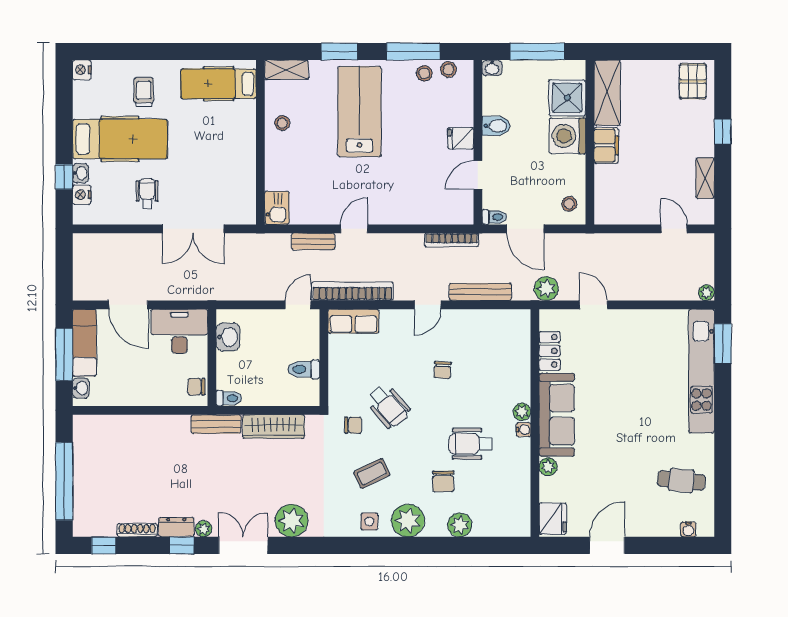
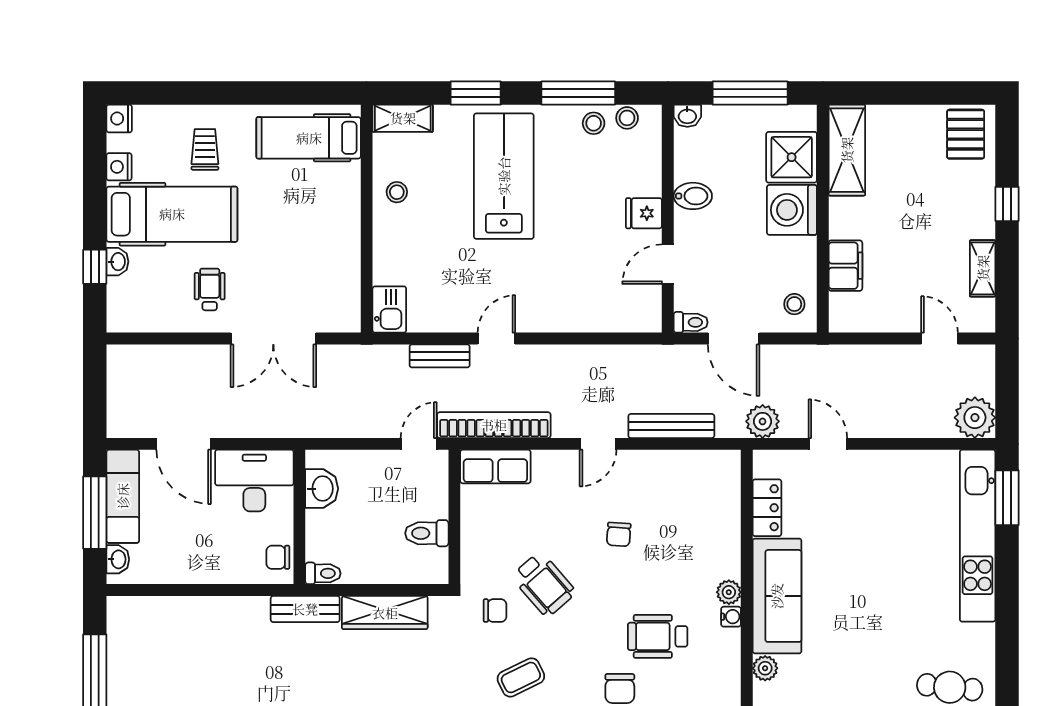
filing cabinet: (606, 145) -> (845, 266), moved
nightstand: (82, 195) -> (119, 167), moved
bookcase: (452, 240) -> (632, 354), removed
plant: (706, 293) -> (975, 418), width x1.87, depth x1.87

